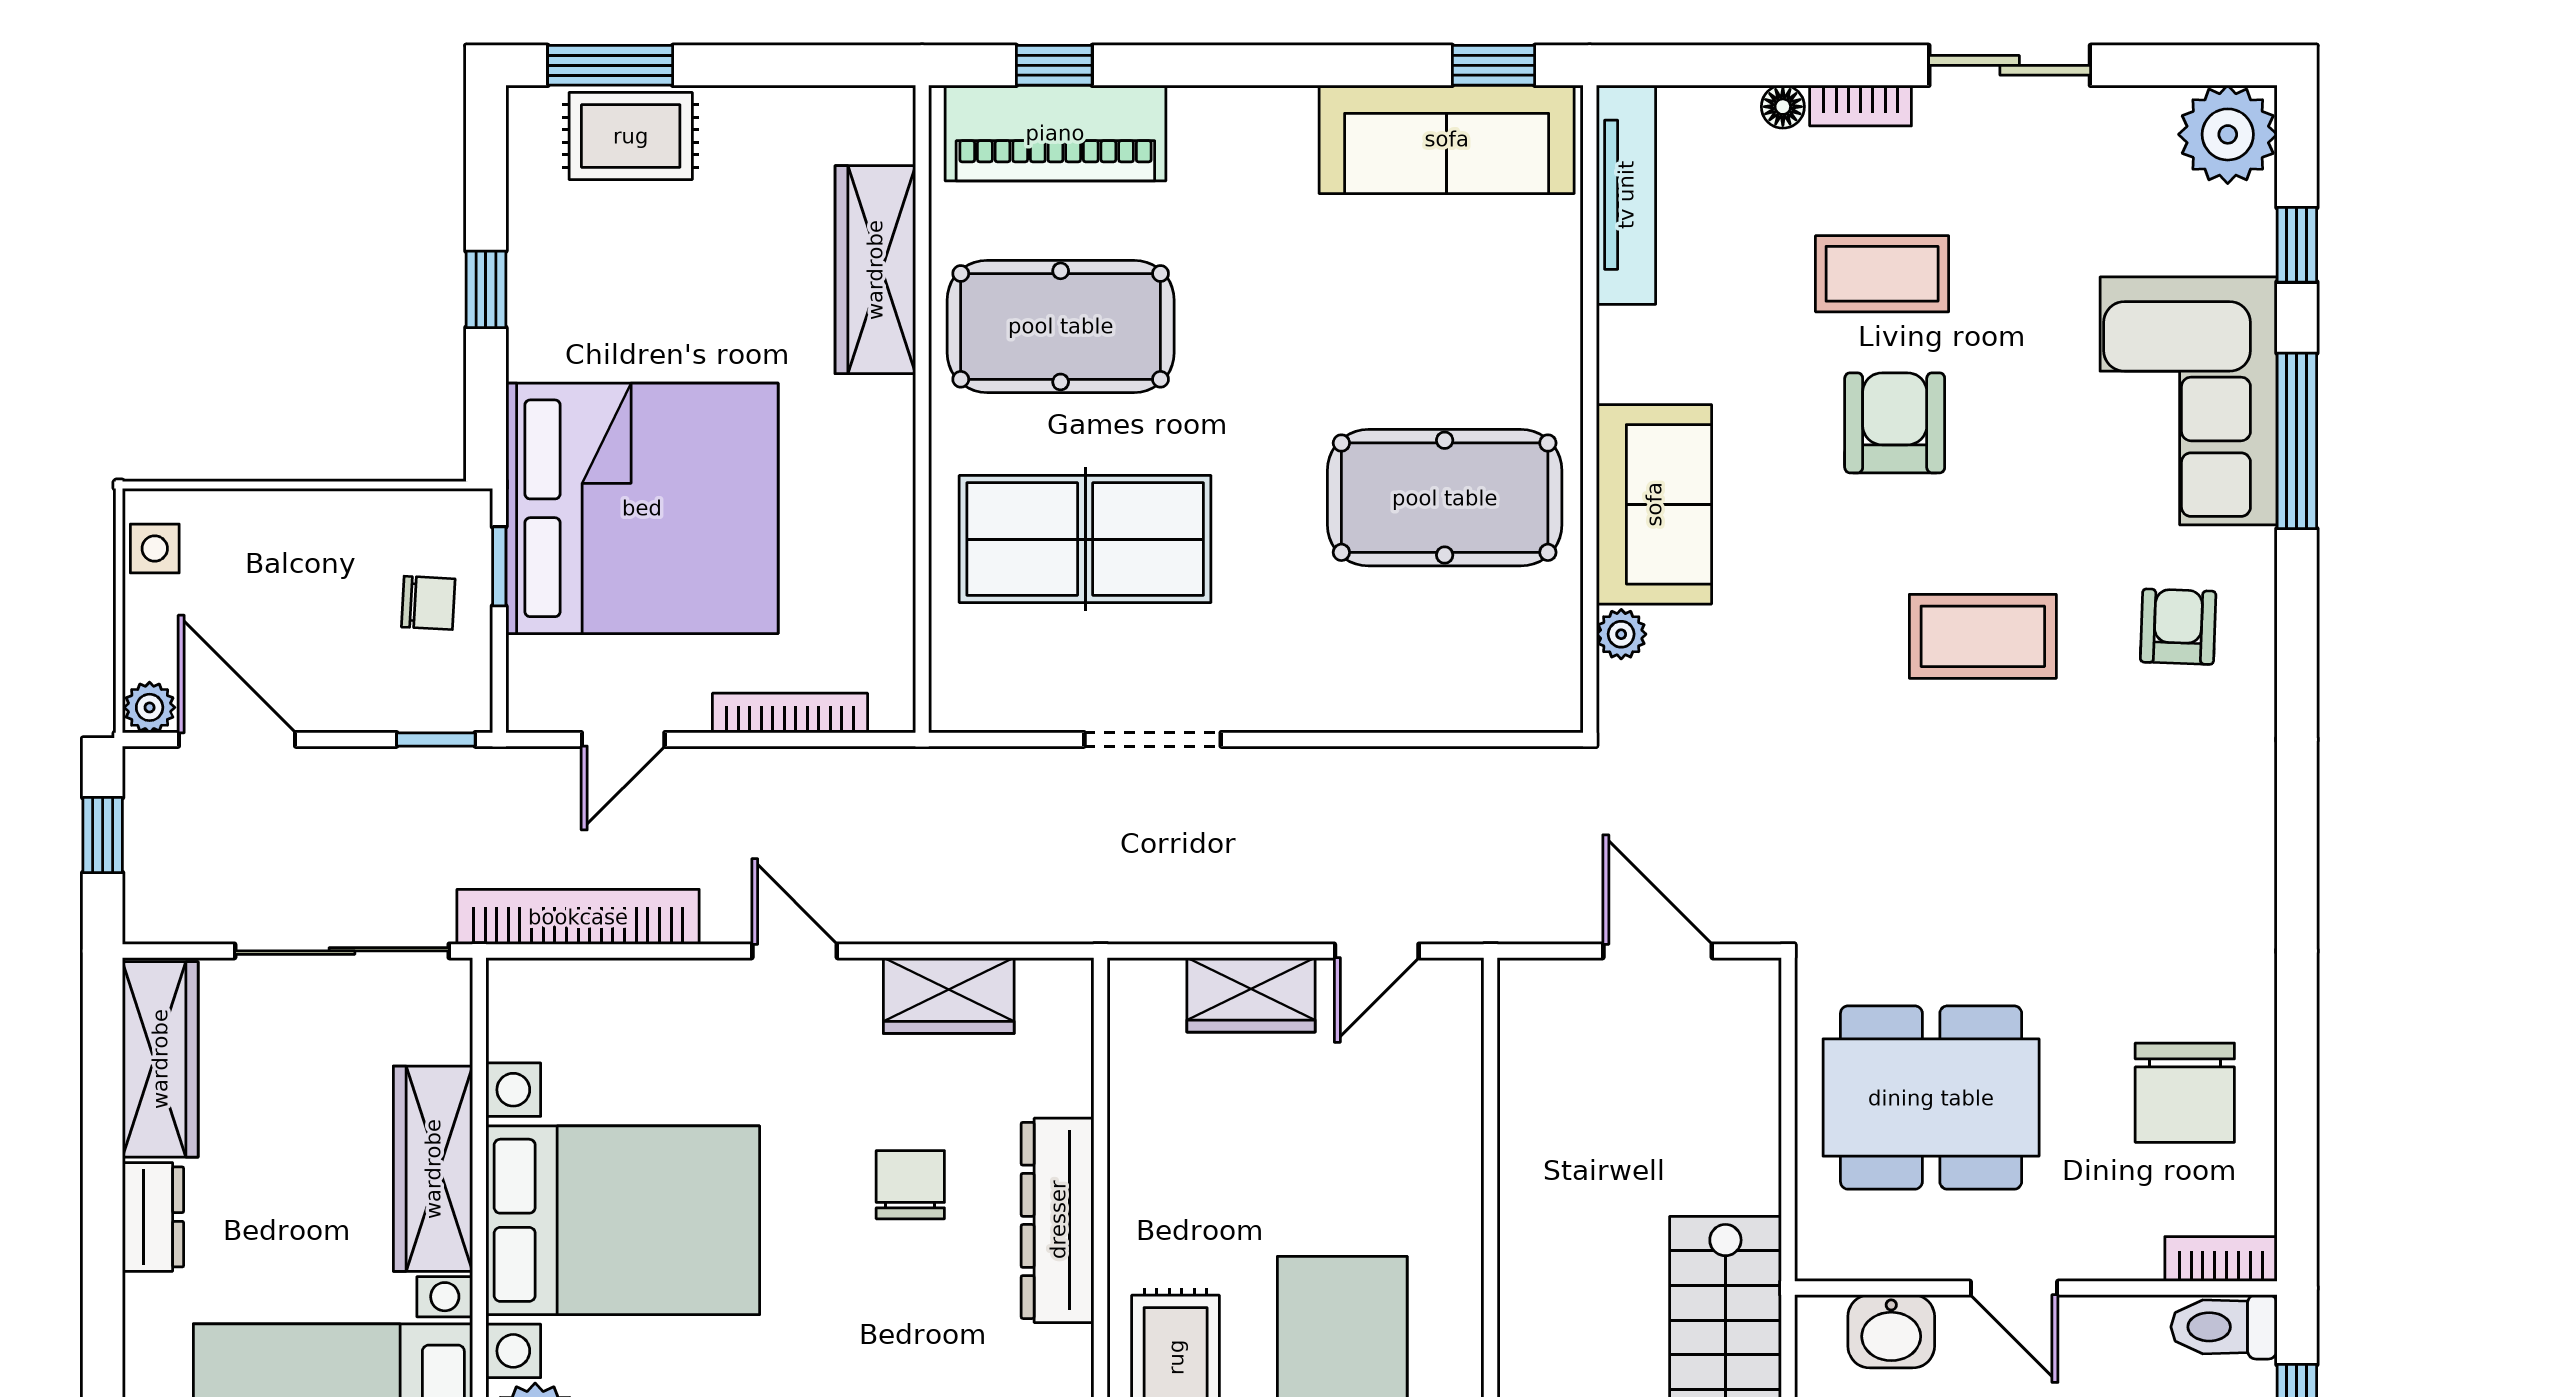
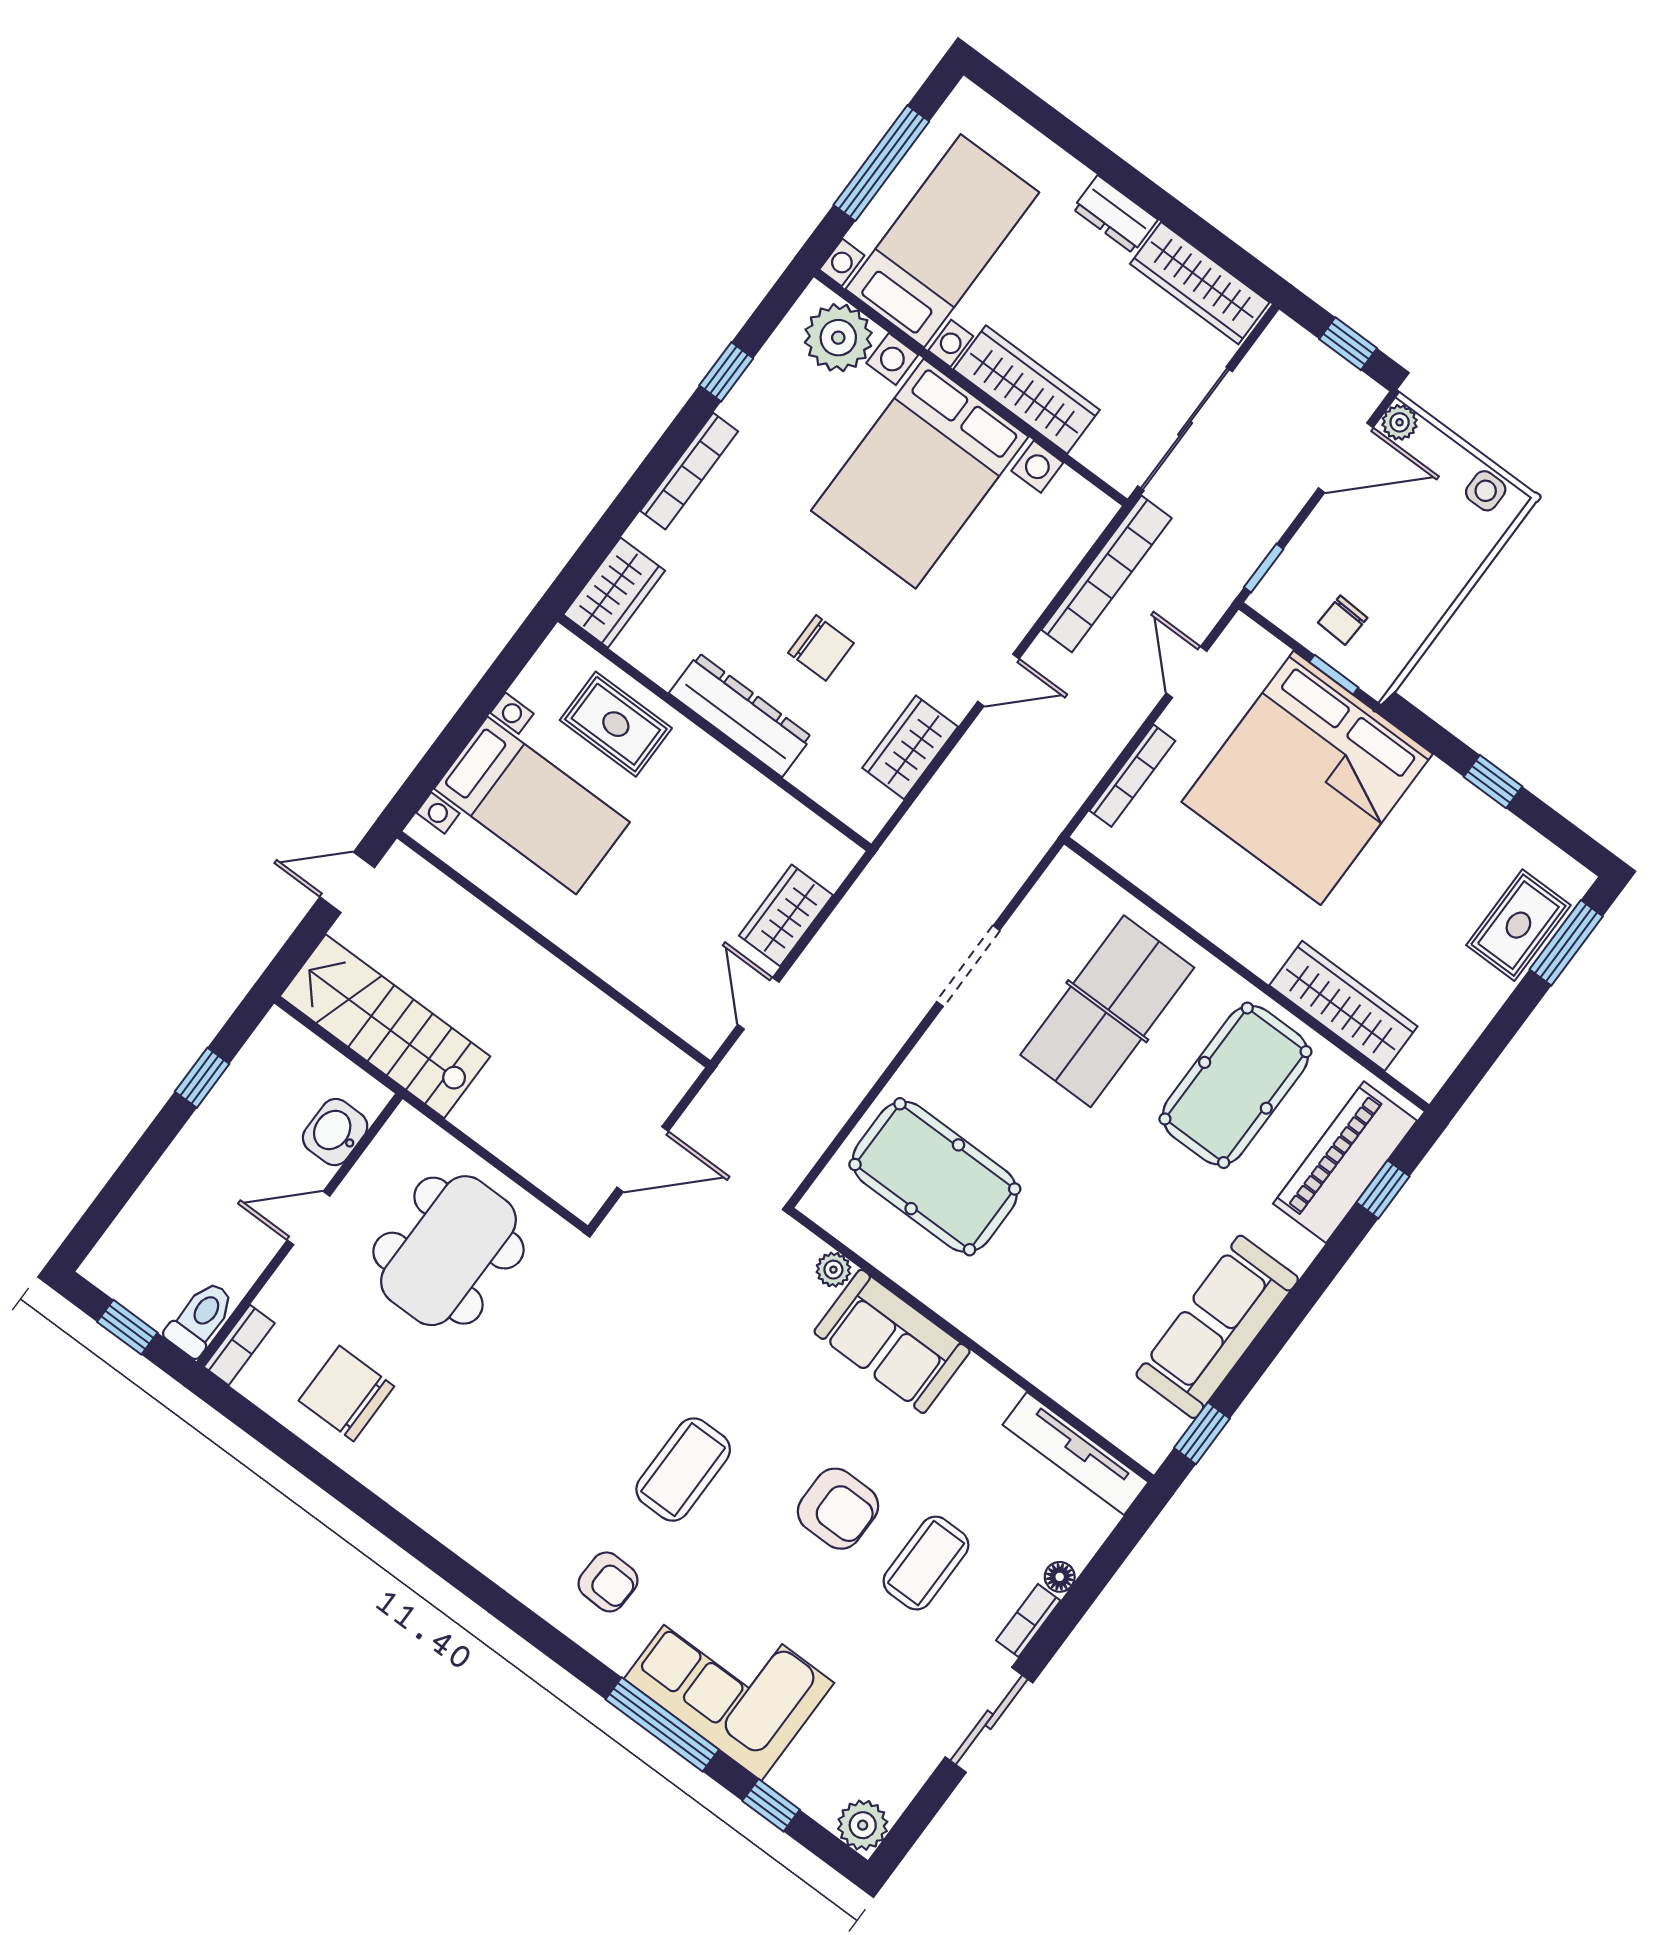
plant: (2228, 134) -> (863, 1825), width x0.73, depth x0.73
sofa: (1447, 139) -> (1217, 1327), moved
pool table: (1445, 498) -> (935, 1177), moved, turned 90

